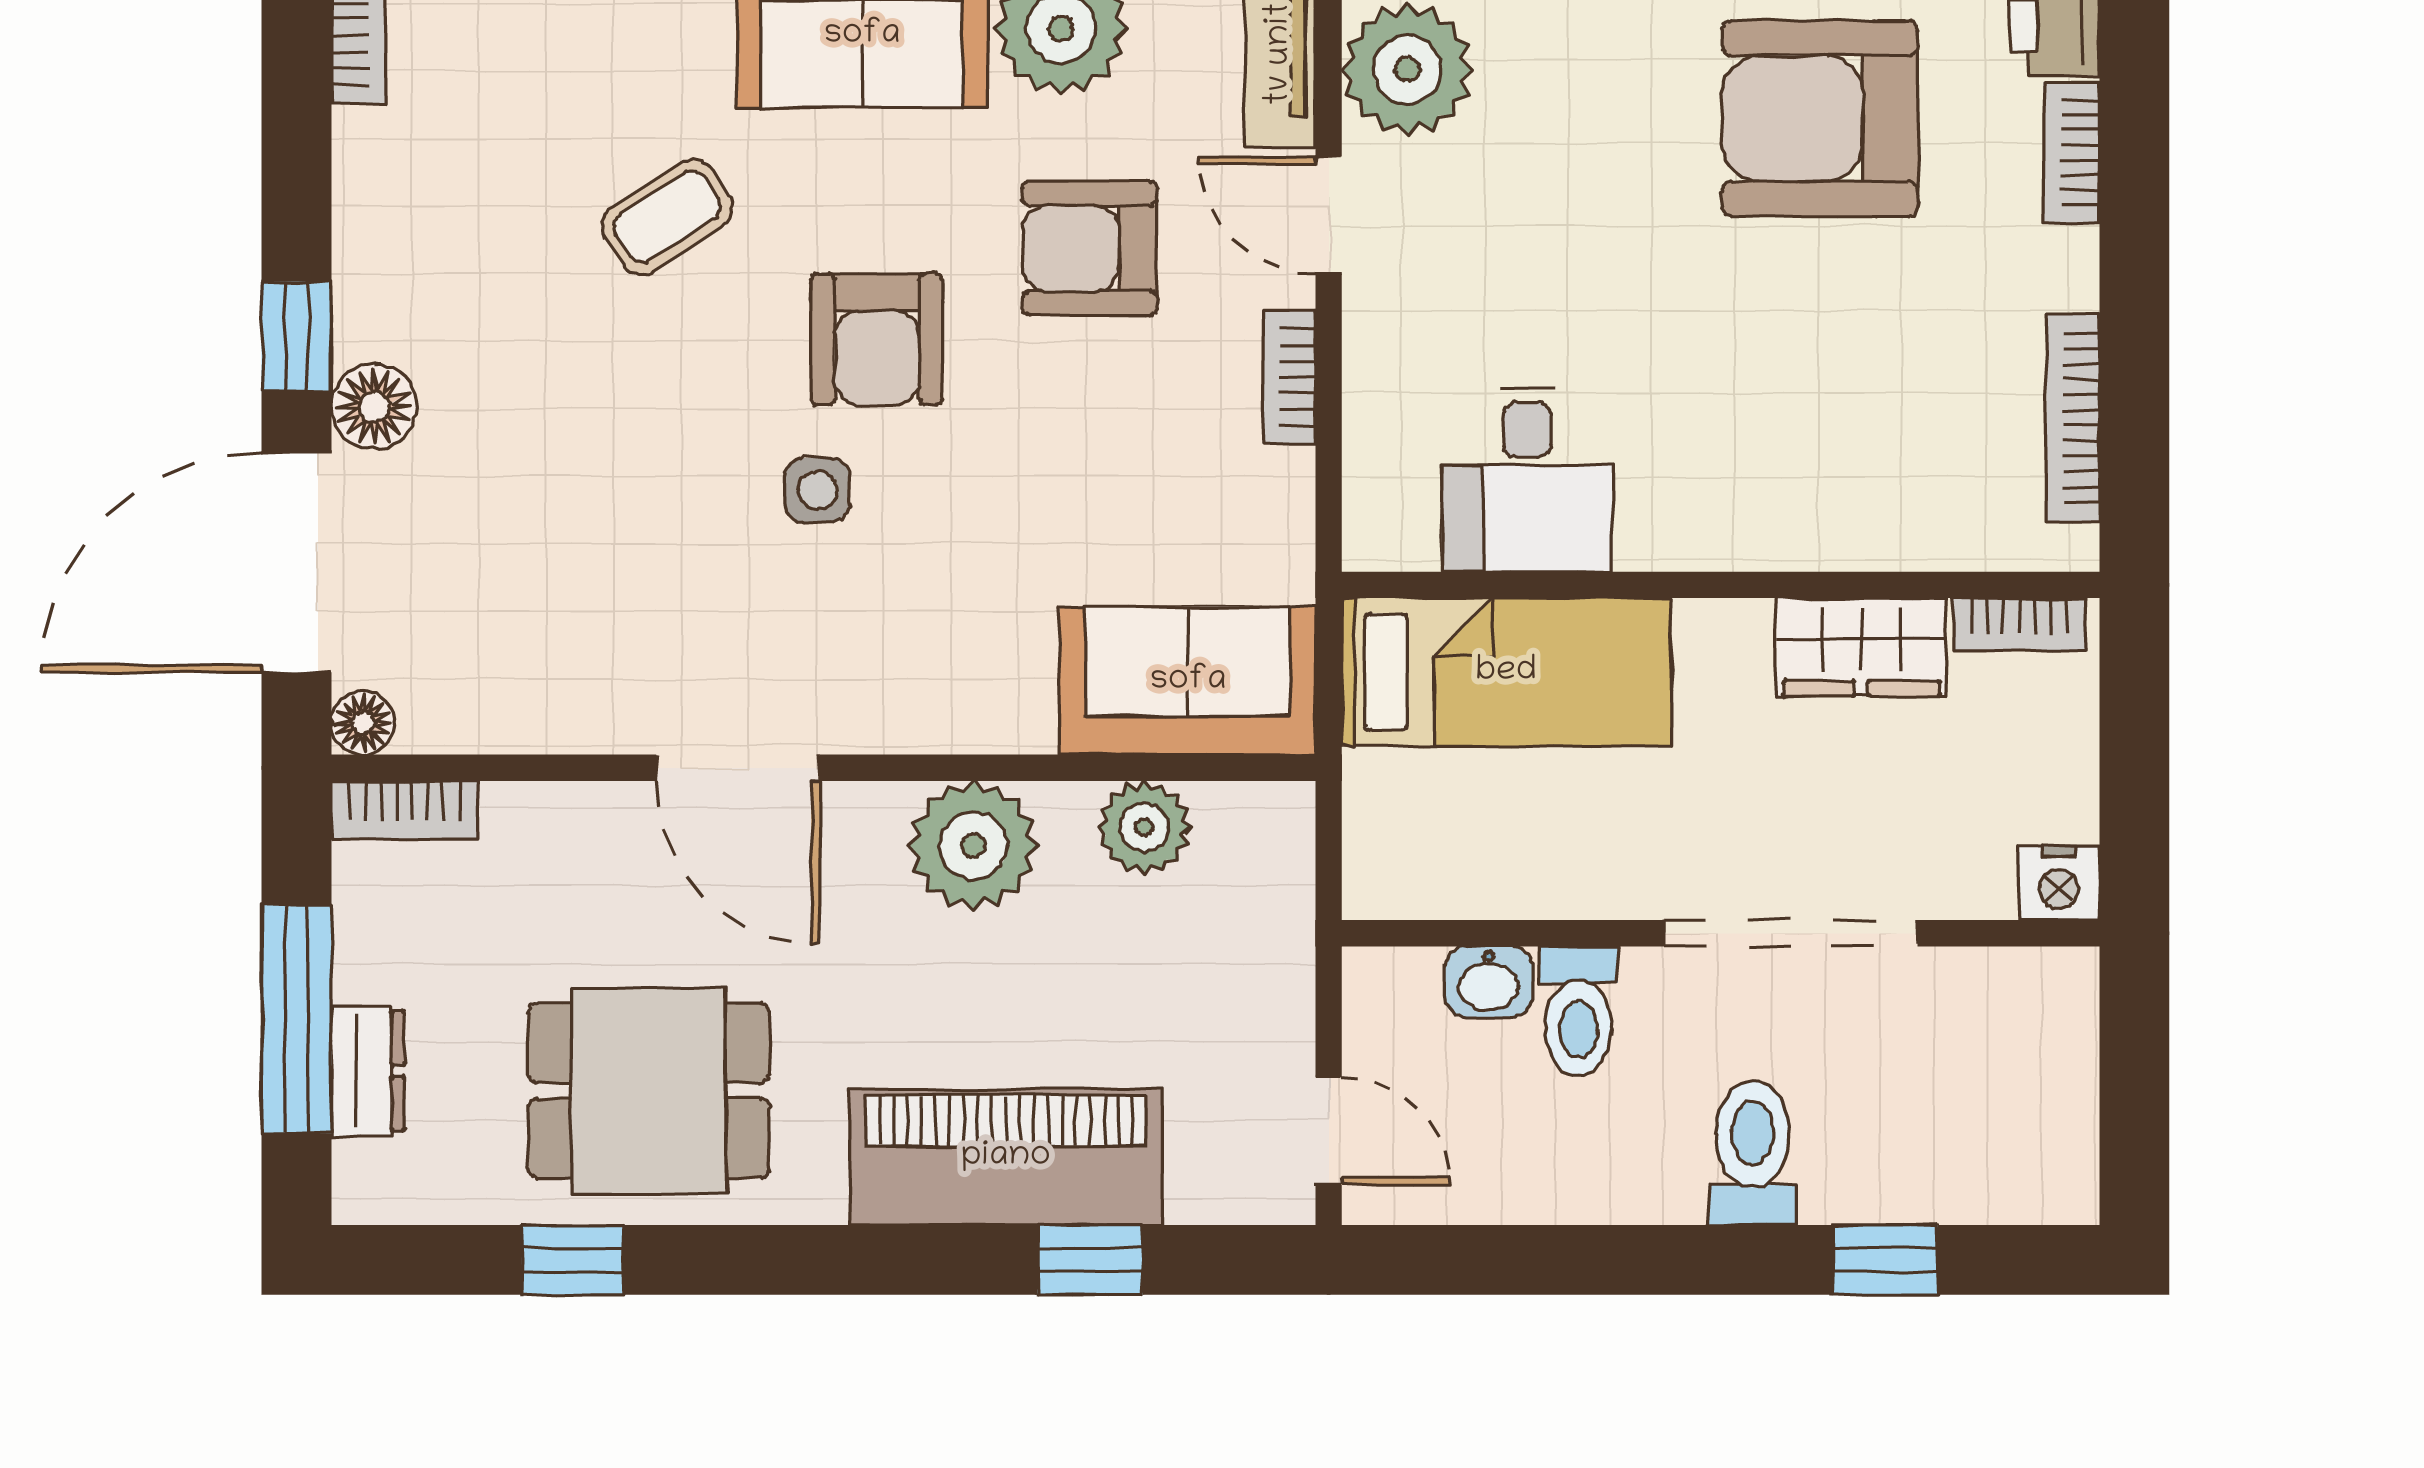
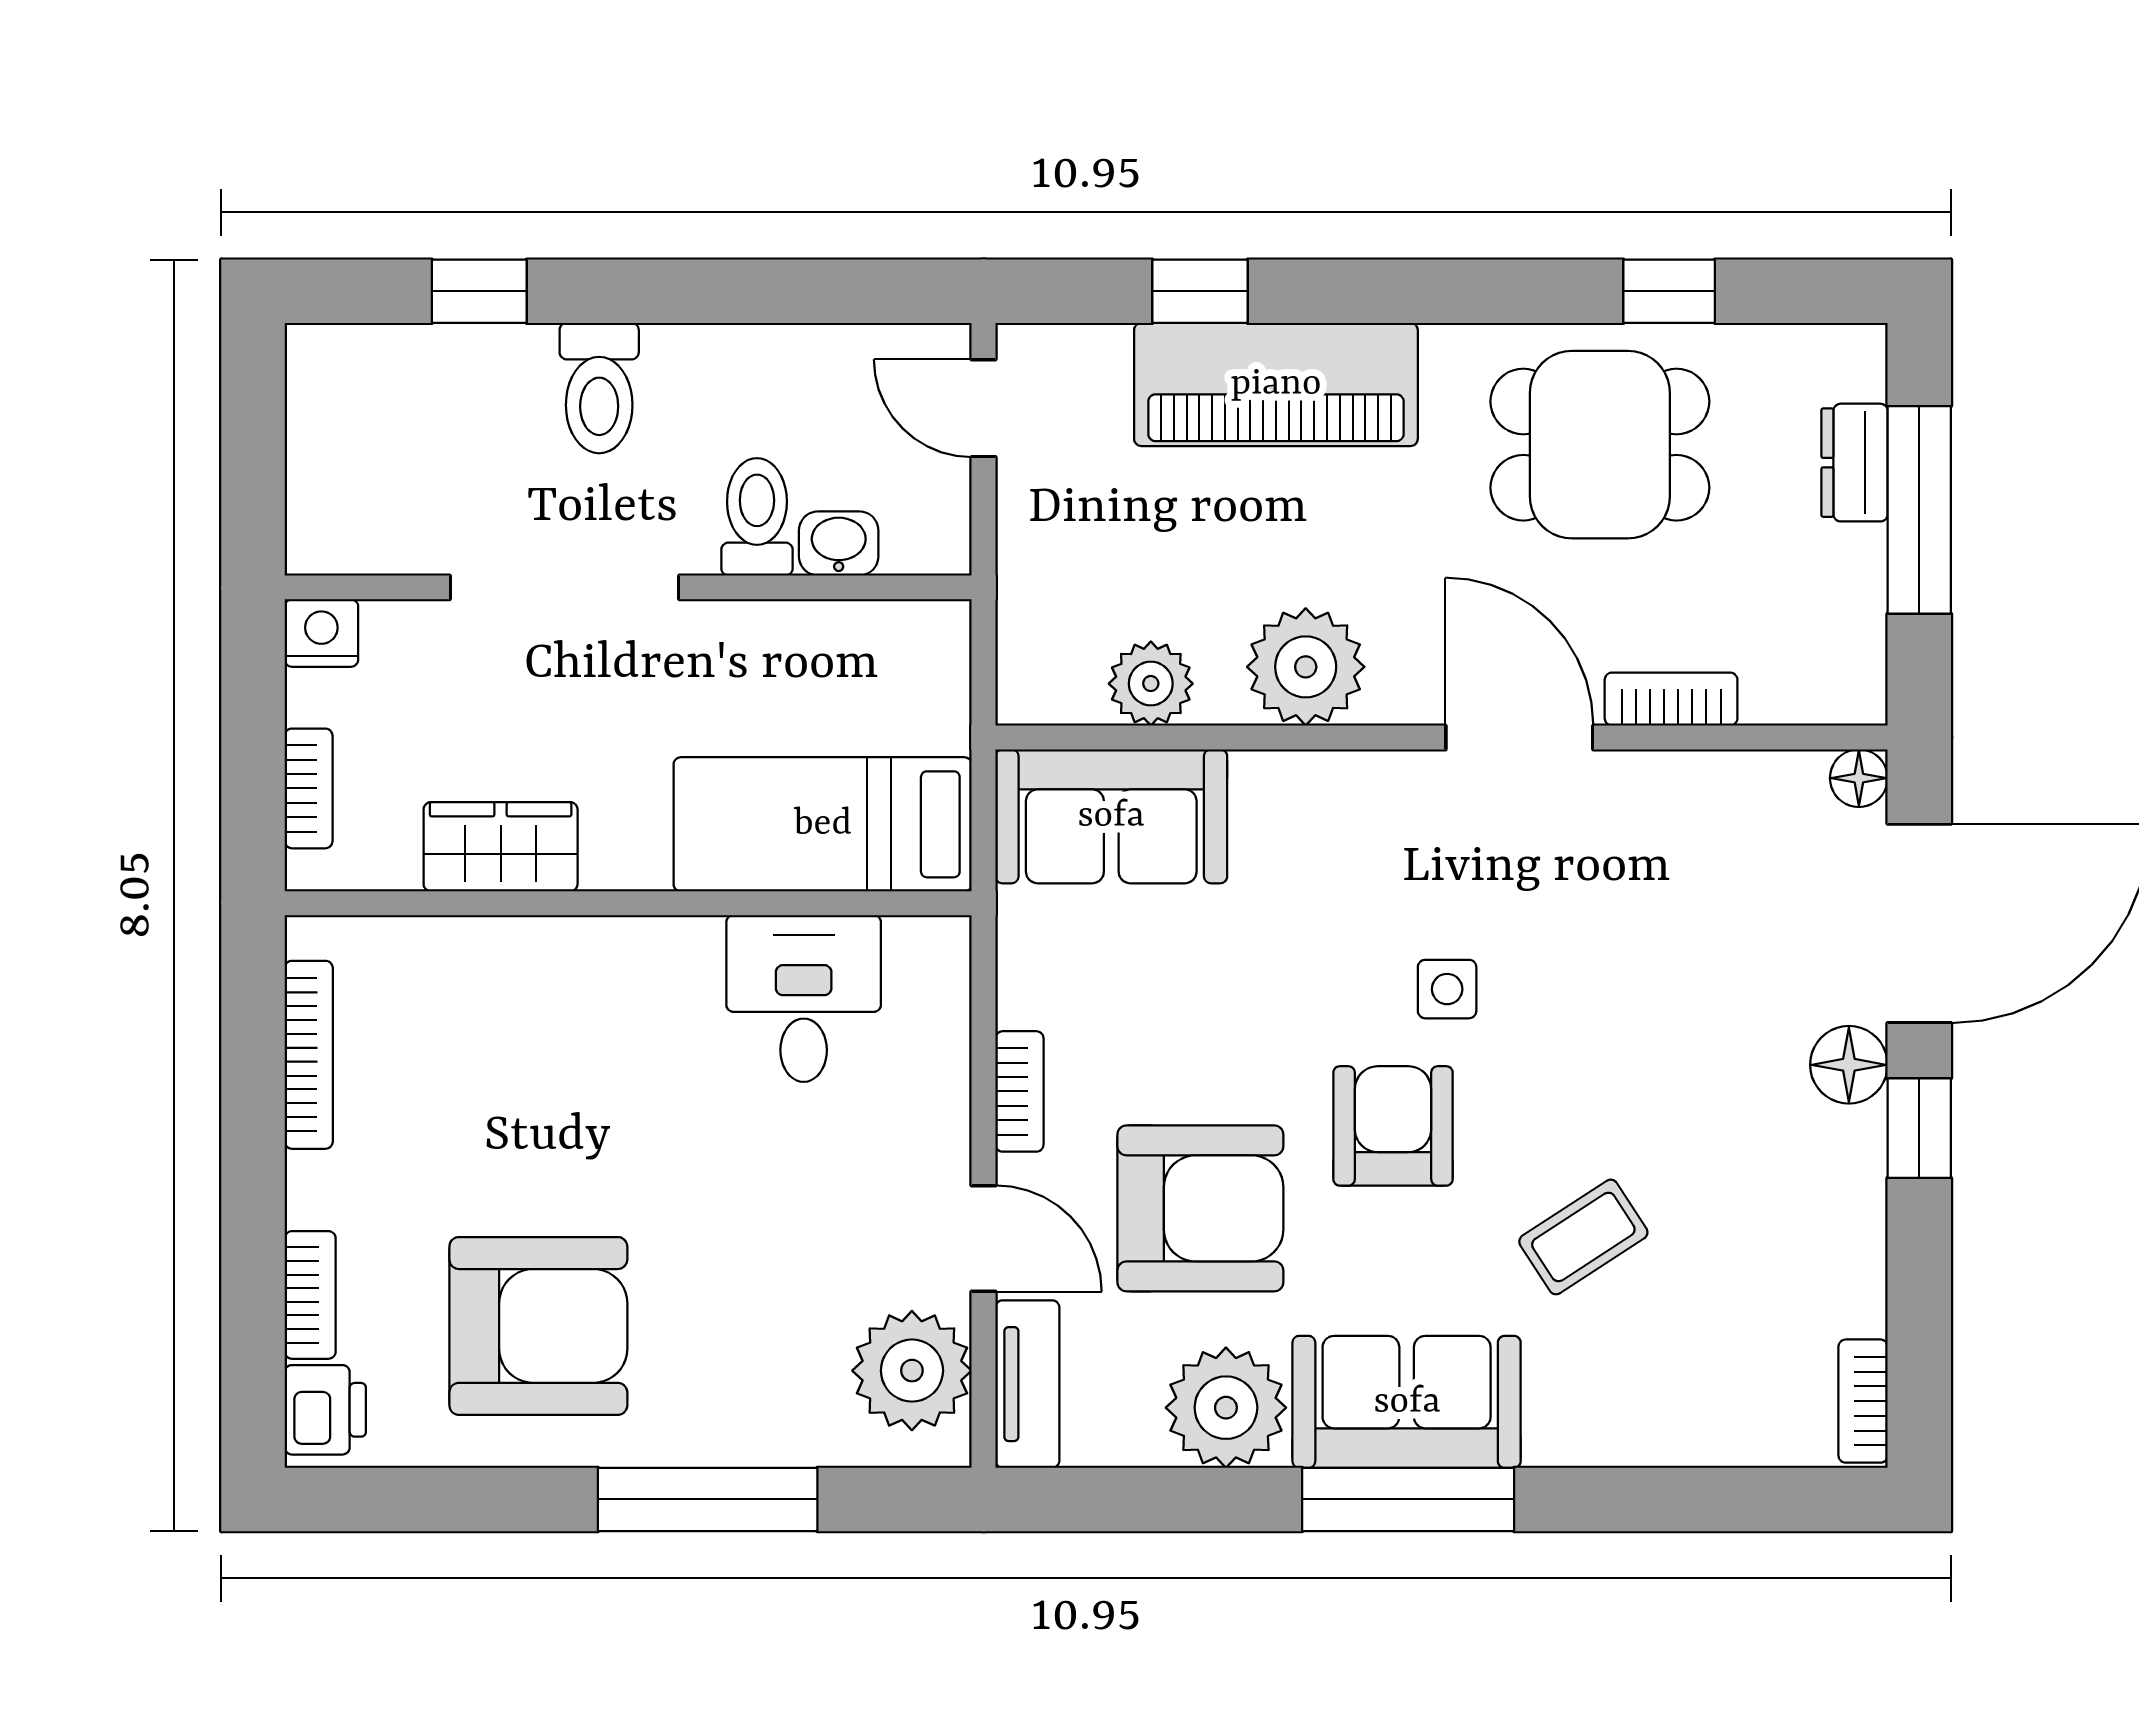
armchair: (1089, 248) -> (1200, 1208), width x1.36, depth x1.36
bookcase: (2019, 624) -> (309, 788), moved, turned 90
bookcase: (405, 810) -> (1671, 699), moved

